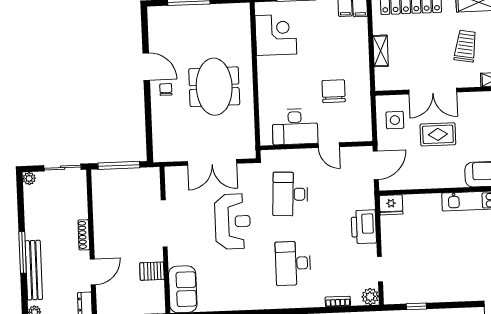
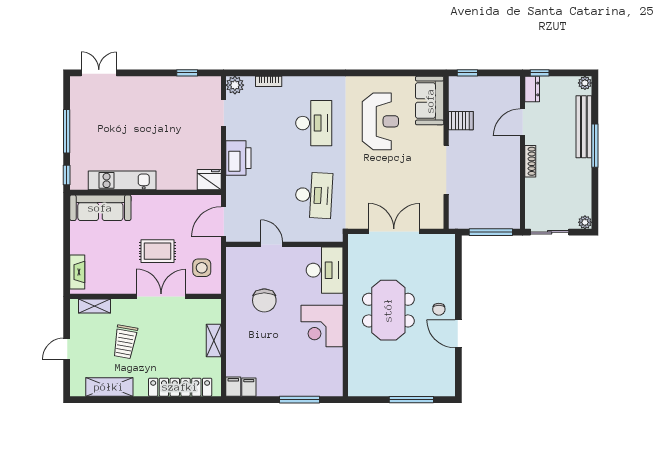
corner desk: (276, 35) -> (322, 326), moved
desk: (295, 127) -> (325, 270), moved, turned 90
reception desk: (233, 221) -> (380, 121), moved, turned 180

